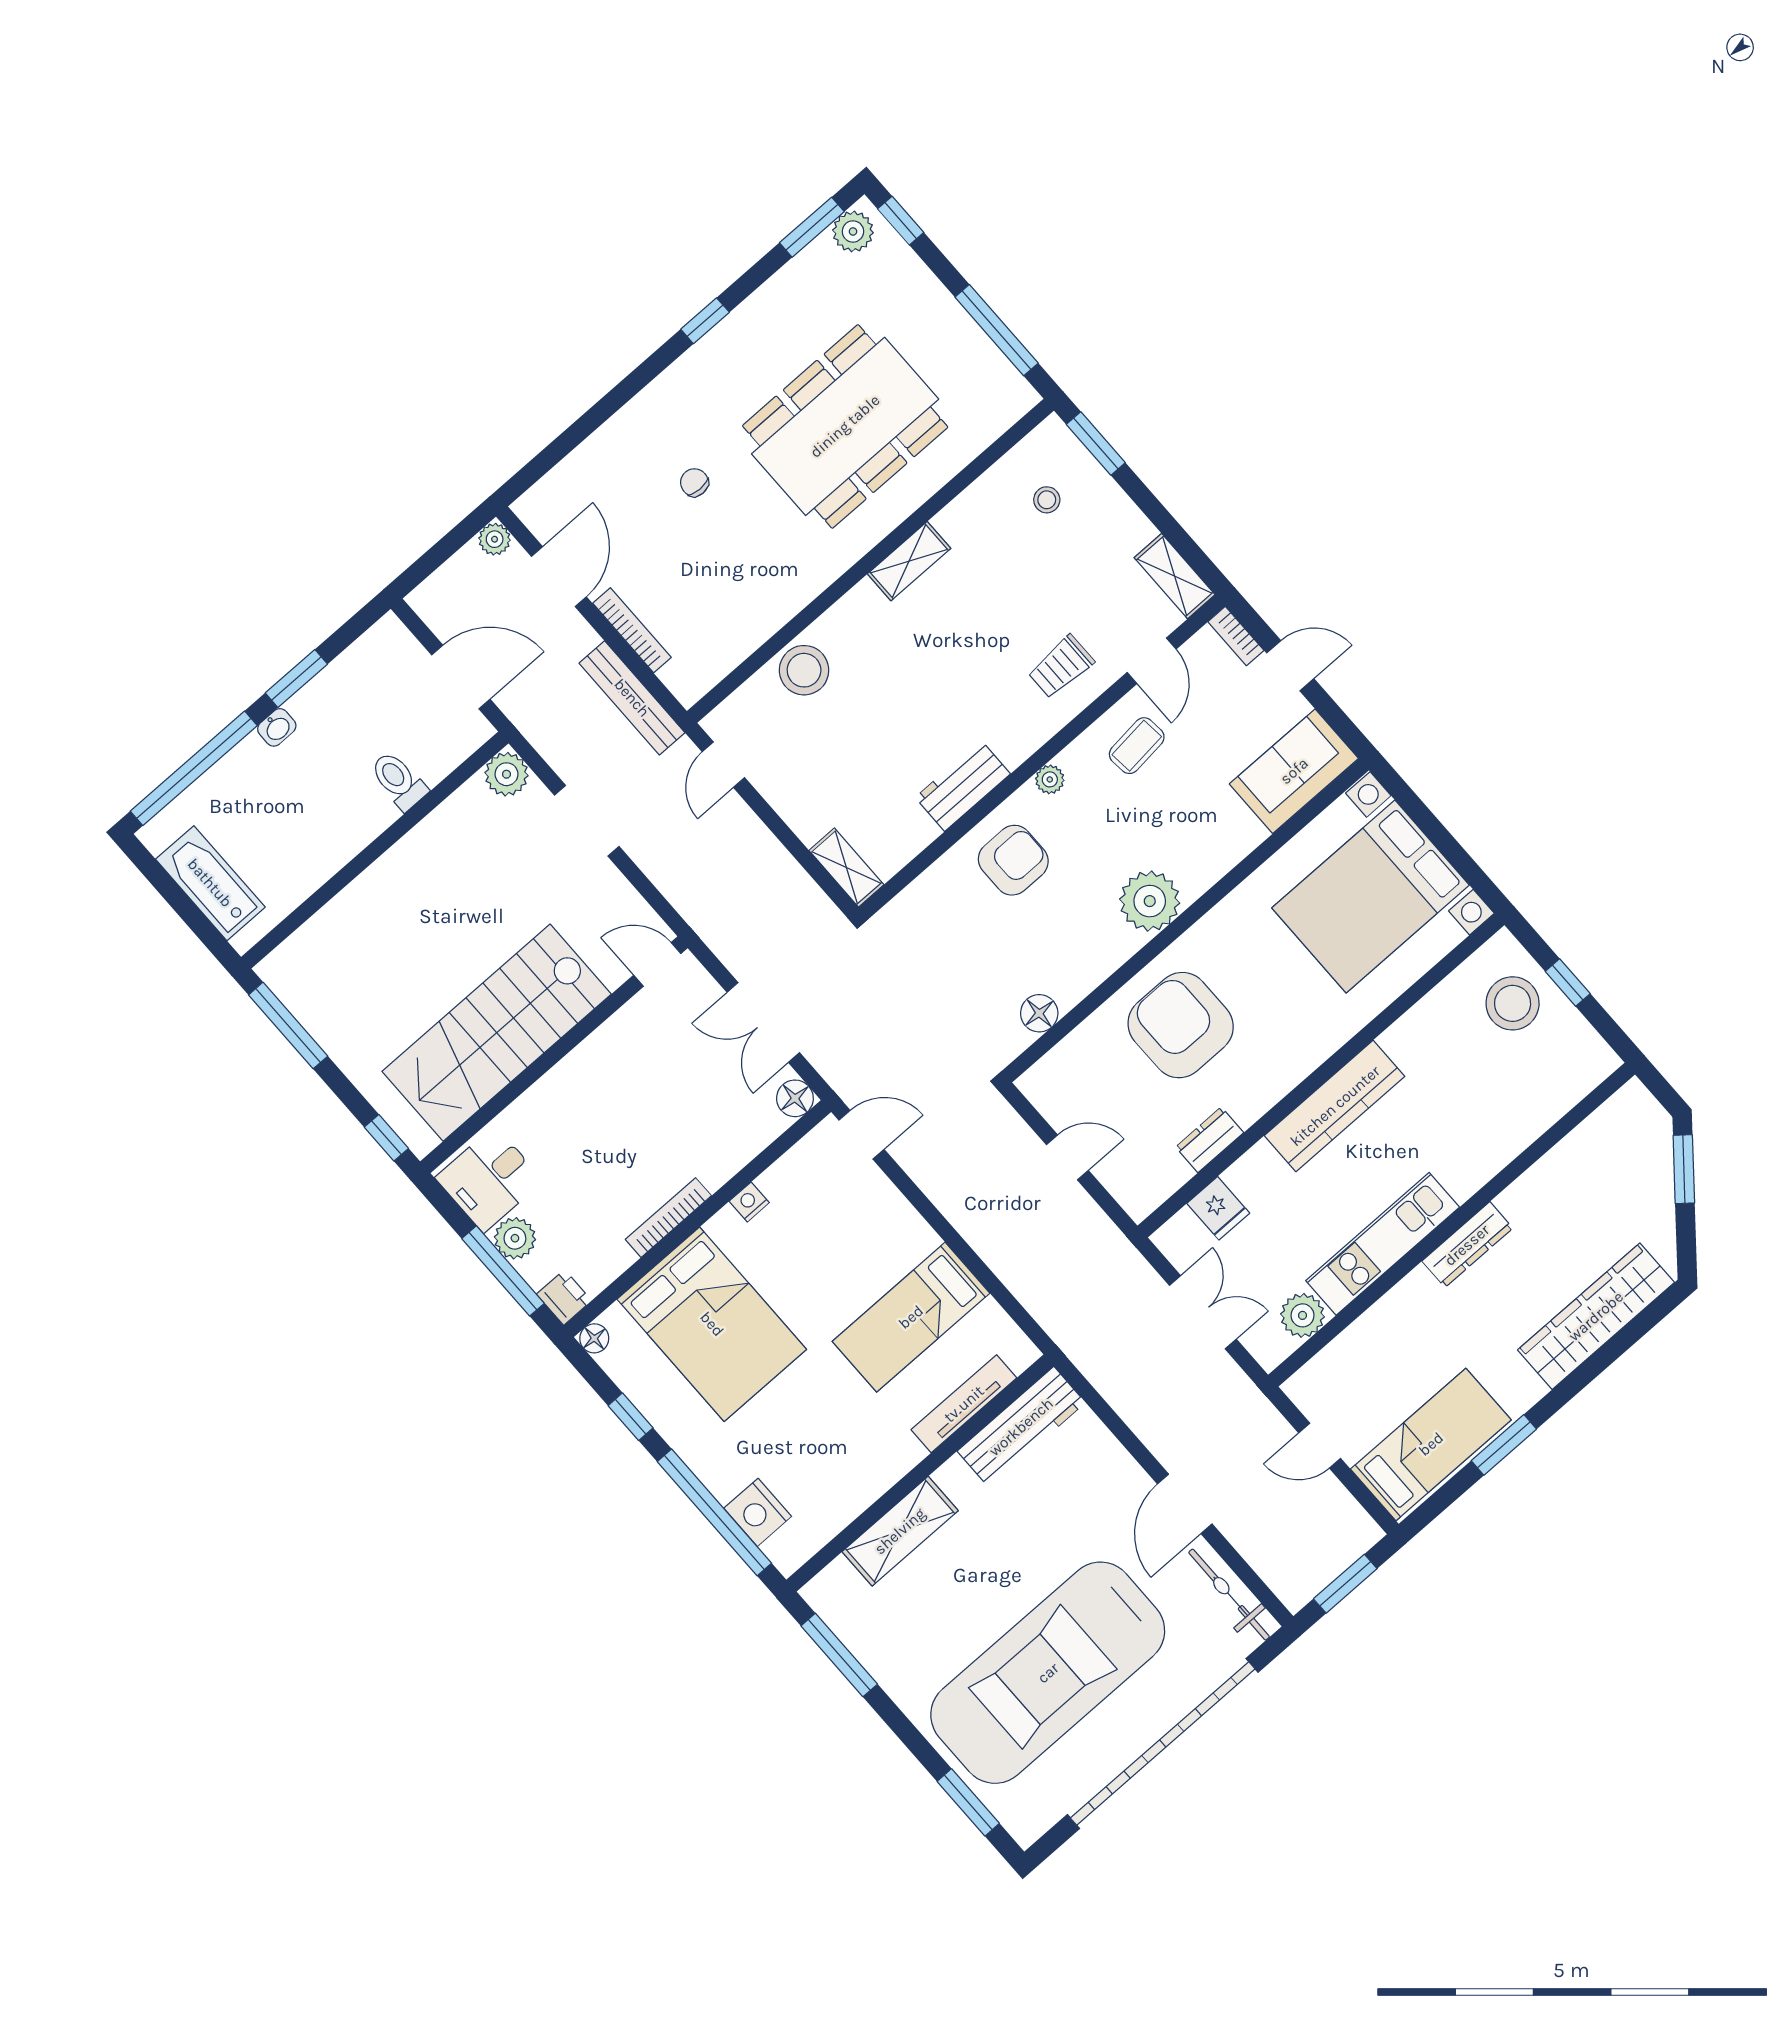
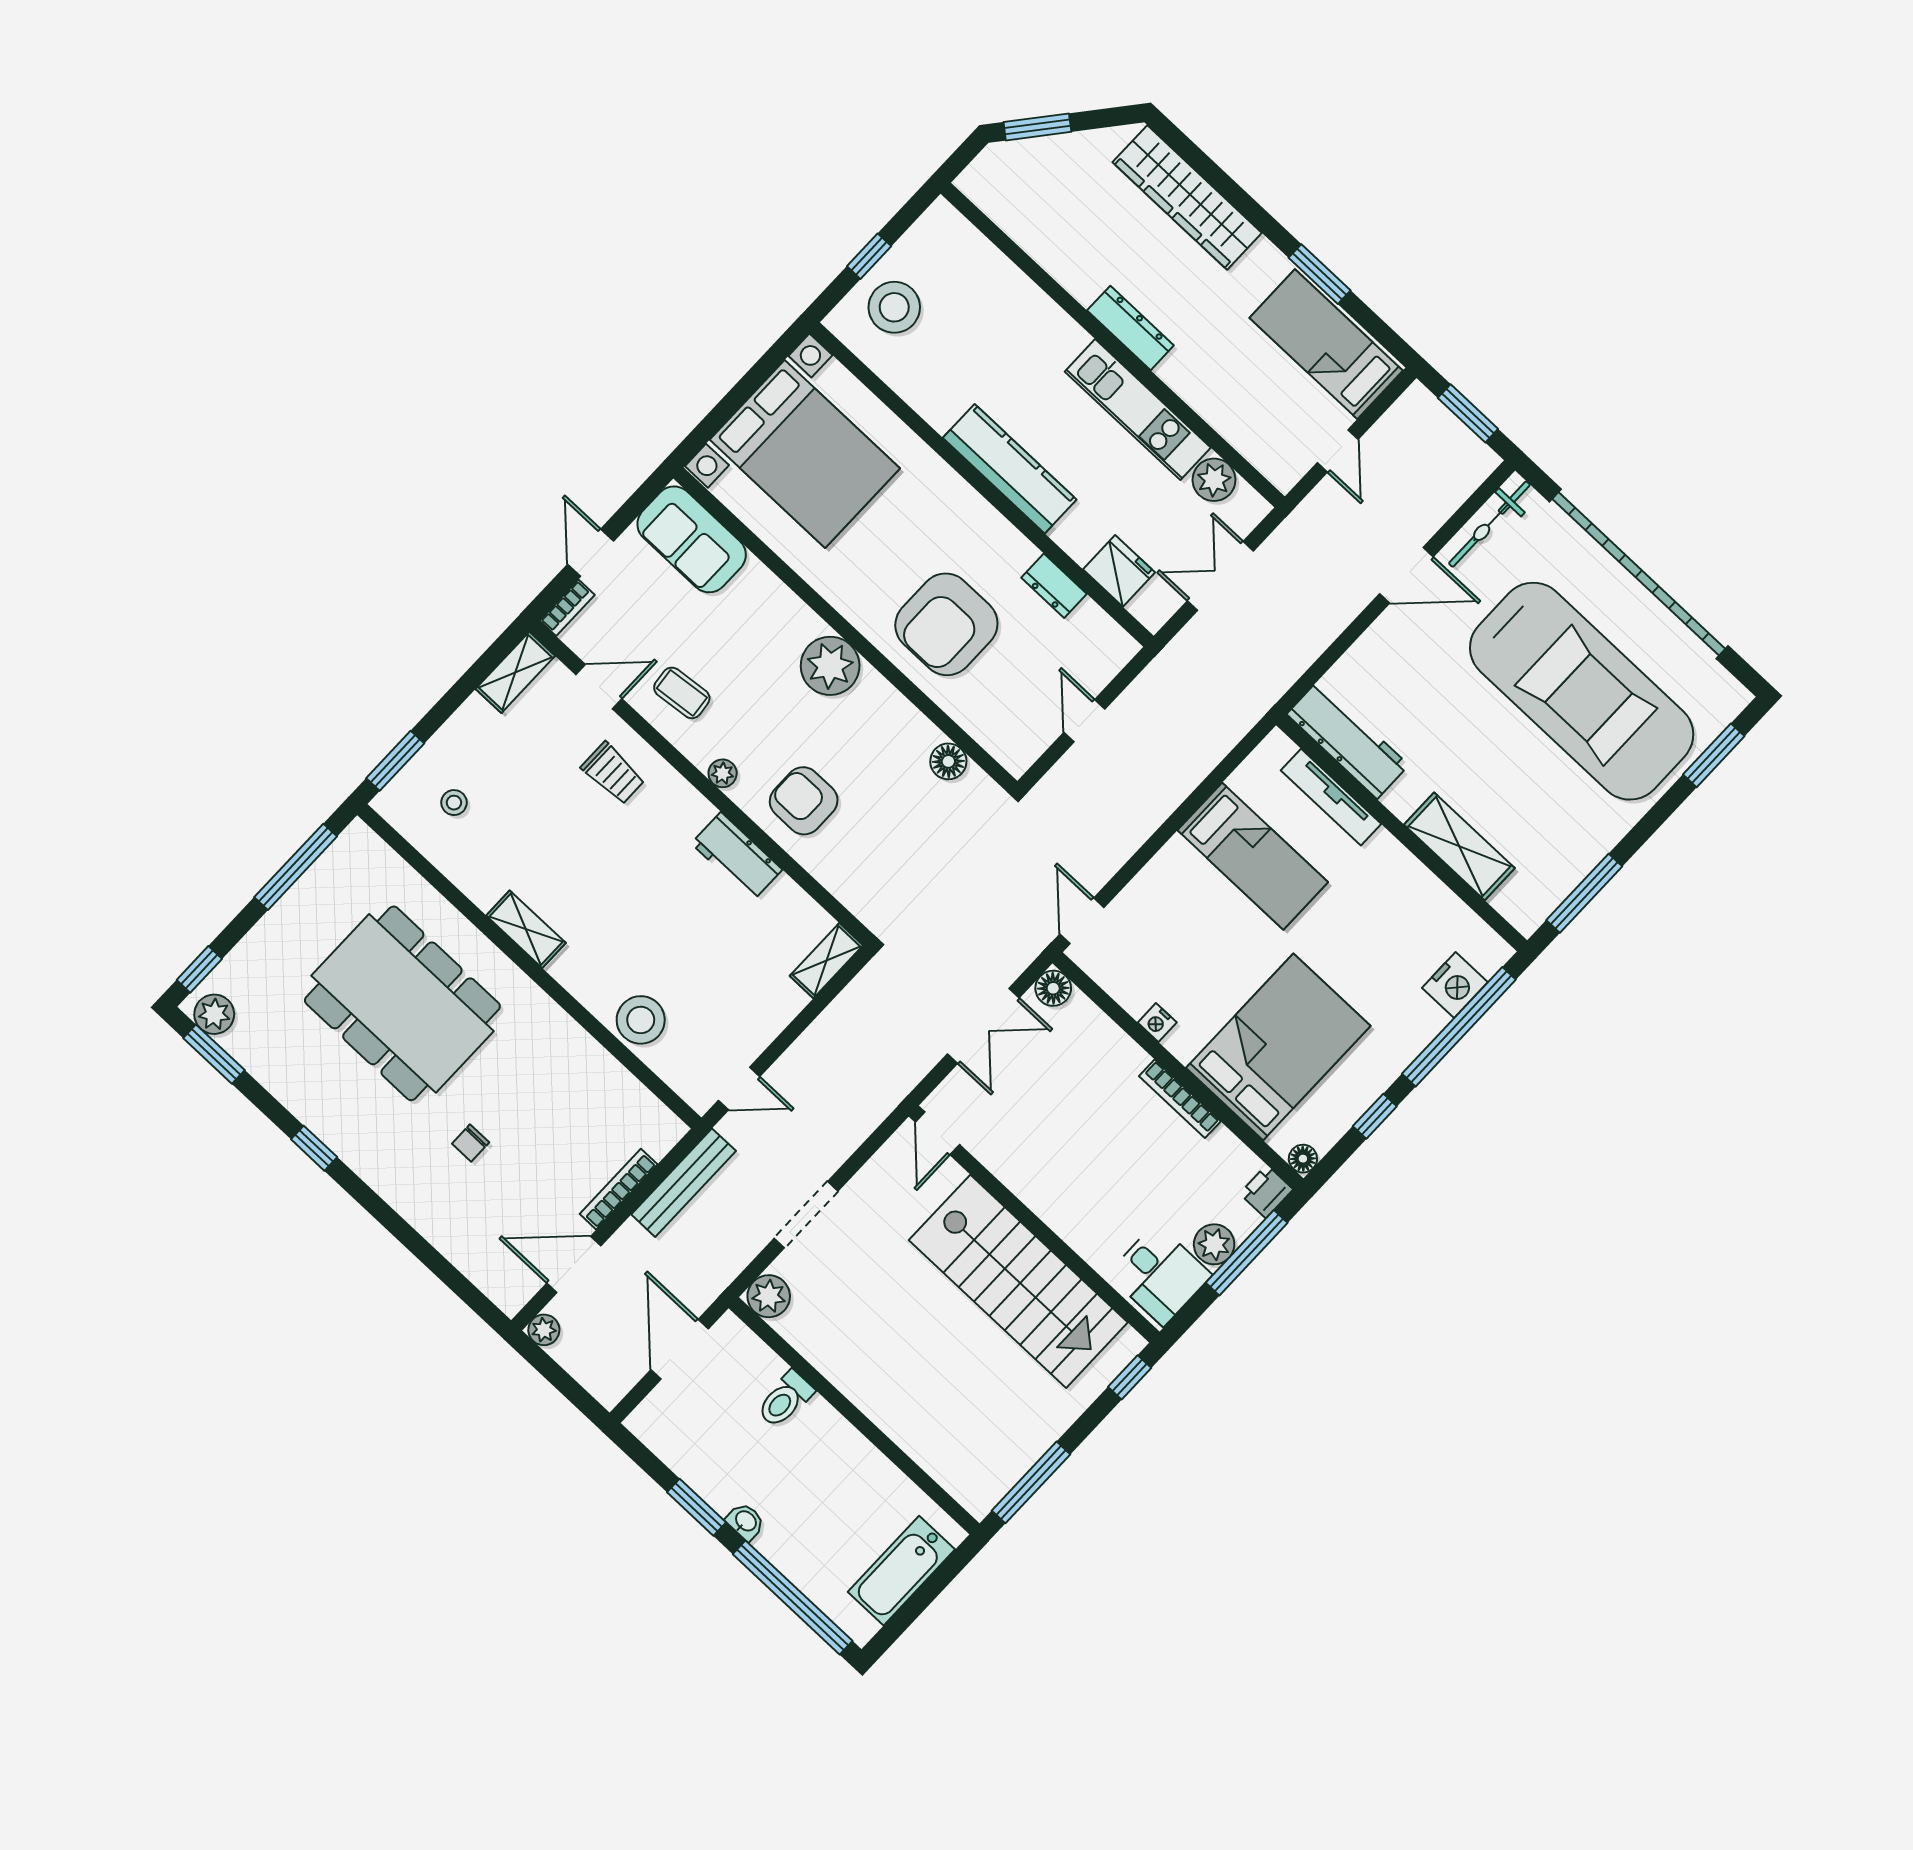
fridge: (1218, 1208) -> (1119, 571), width x1.38

